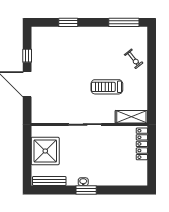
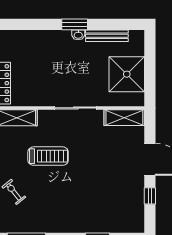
shelving: (47, 117) -> (124, 118), added
bench: (49, 181) -> (107, 36), moved

